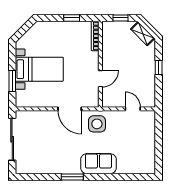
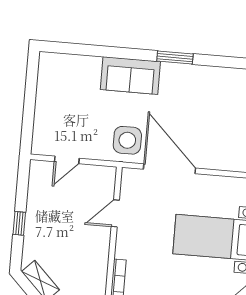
door: (70, 109) -> (169, 169), width x1.36
door: (133, 109) -> (67, 160), hinge flipped

